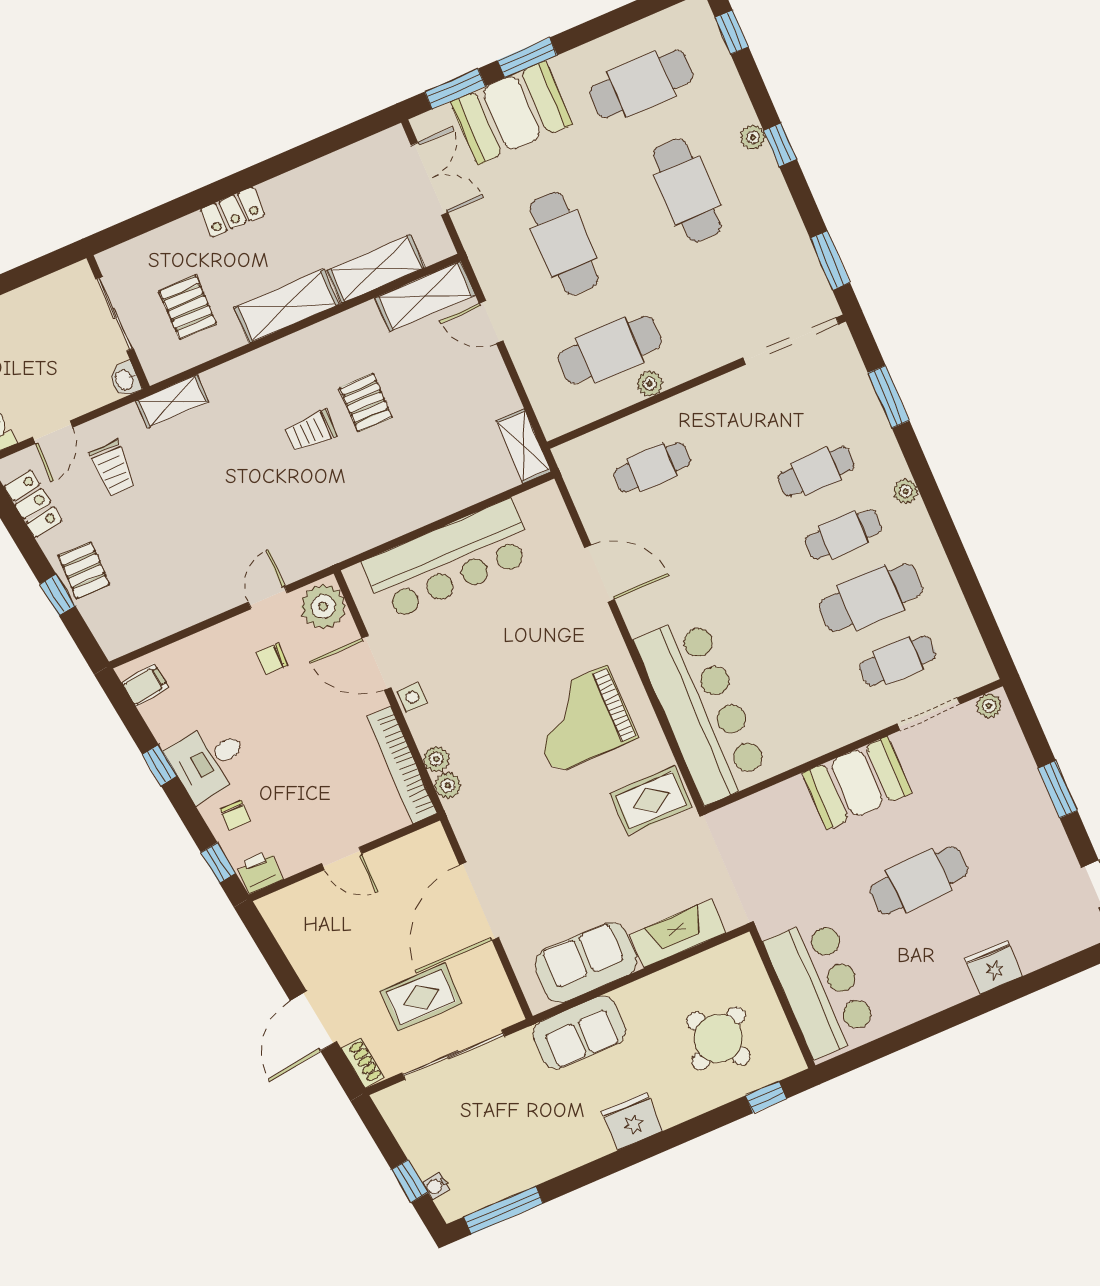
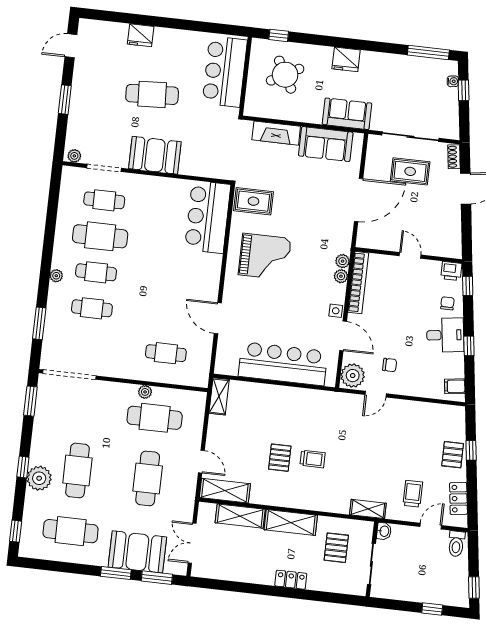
plant: (753, 137) -> (39, 478), width x1.87, depth x1.87
bar counter: (702, 709) -> (208, 217), width x0.73

